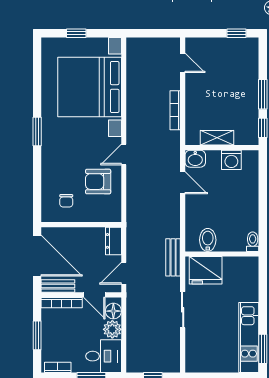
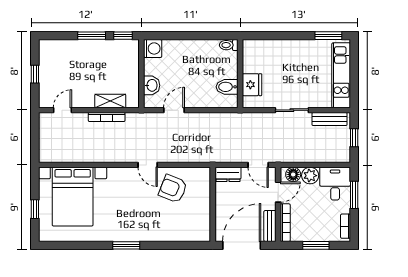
window: (236, 33) -> (35, 74), moved
bed with nightstands: (90, 87) -> (73, 197), width x0.73
shelving: (217, 138) -> (110, 101), moved, turned 90
washbasin: (195, 159) -> (152, 85), moved
washing machine: (231, 160) -> (153, 48), moved
armchair: (98, 182) -> (173, 189), turned 112
chair: (66, 201) -> (191, 218), removed
bench: (173, 257) -> (329, 119), moved
fridge: (206, 270) -> (252, 85), width x0.73, depth x0.75
kitchen unit: (249, 337) -> (341, 75), moved, turned 90

